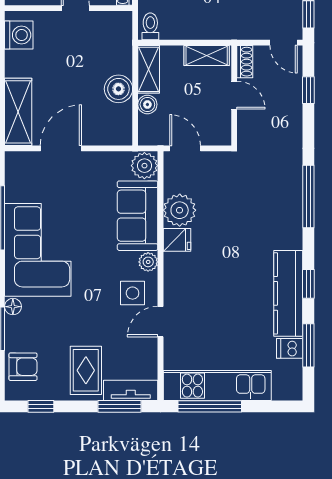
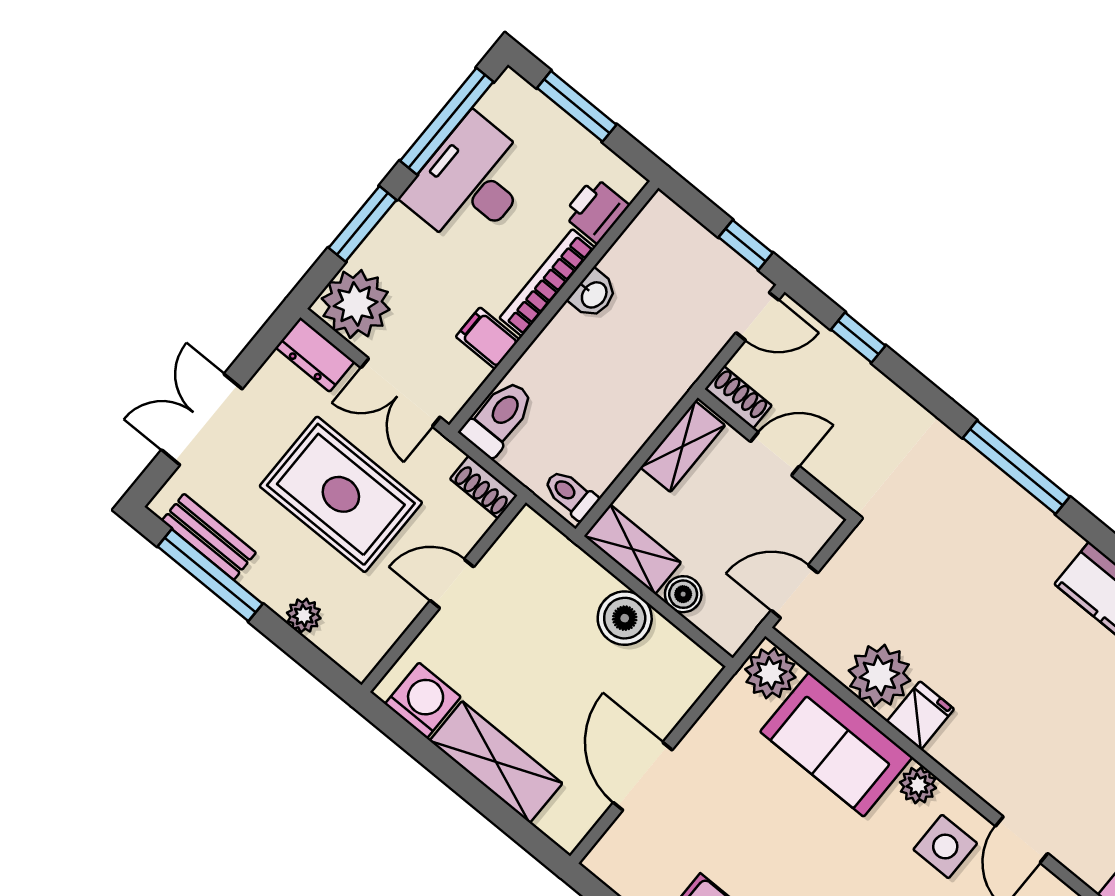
shelving: (18, 112) -> (496, 762), moved

